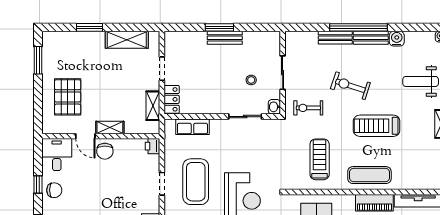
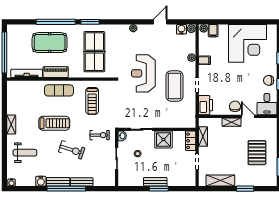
pallet: (68, 97) -> (257, 153), moved
shower: (212, 101) -> (163, 140), added
row of seats: (192, 127) -> (177, 123), removed
printer: (152, 146) -> (206, 105), width x1.87, depth x1.48

